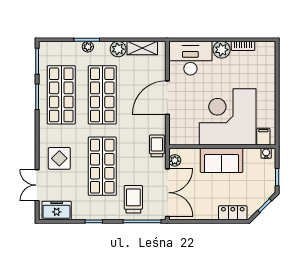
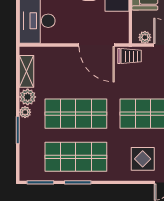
plant: (88, 47) -> (25, 112), moved
door: (167, 98) -> (97, 45), moved
trolley: (157, 146) -> (130, 56), turned 180

